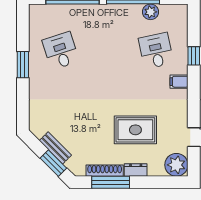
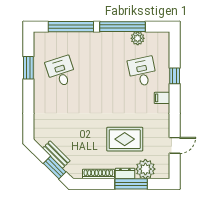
window: (23, 65) -> (28, 68), moved
plant: (176, 165) -> (145, 169), moved
window: (111, 182) -> (131, 184), moved

